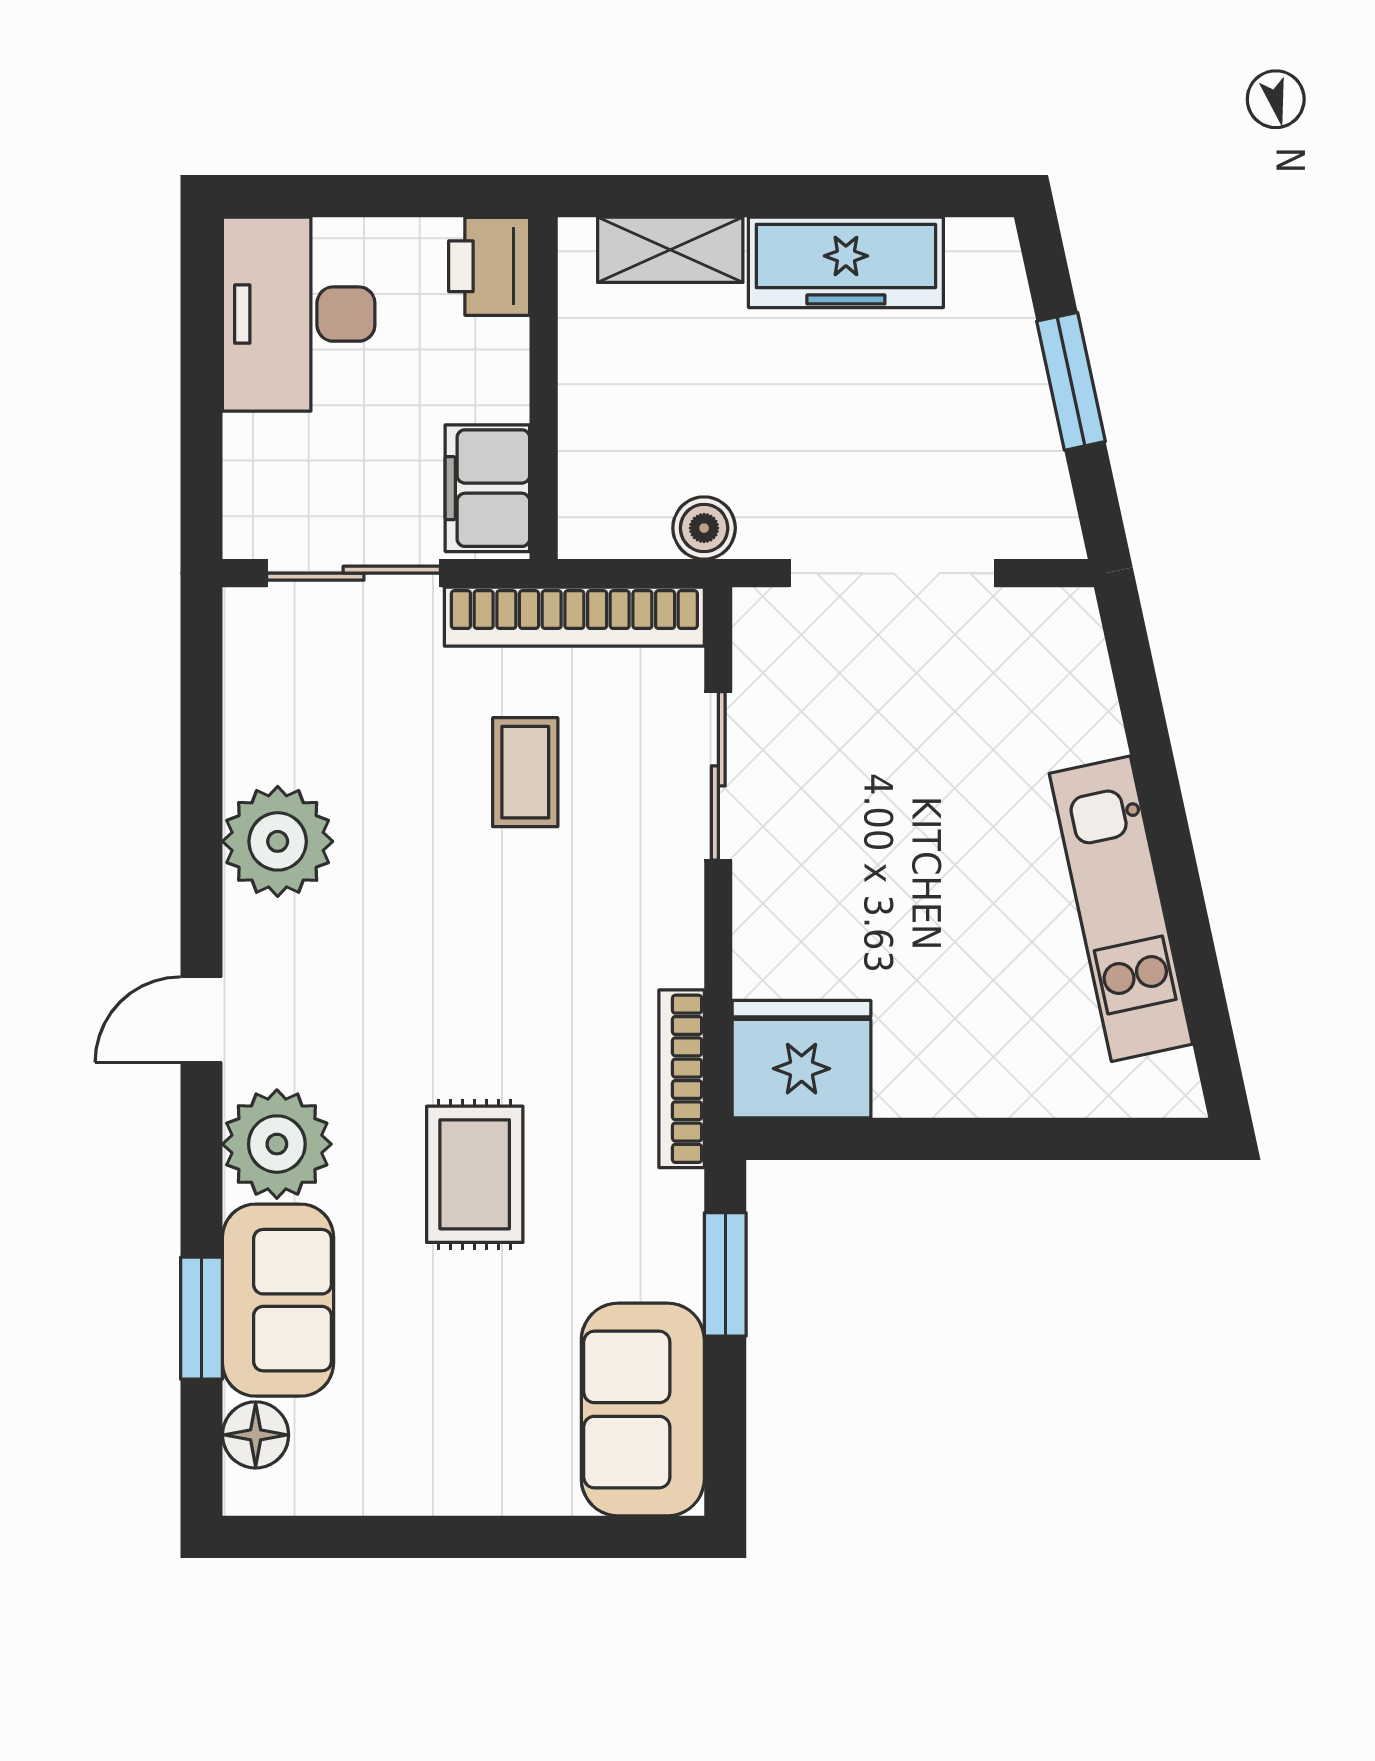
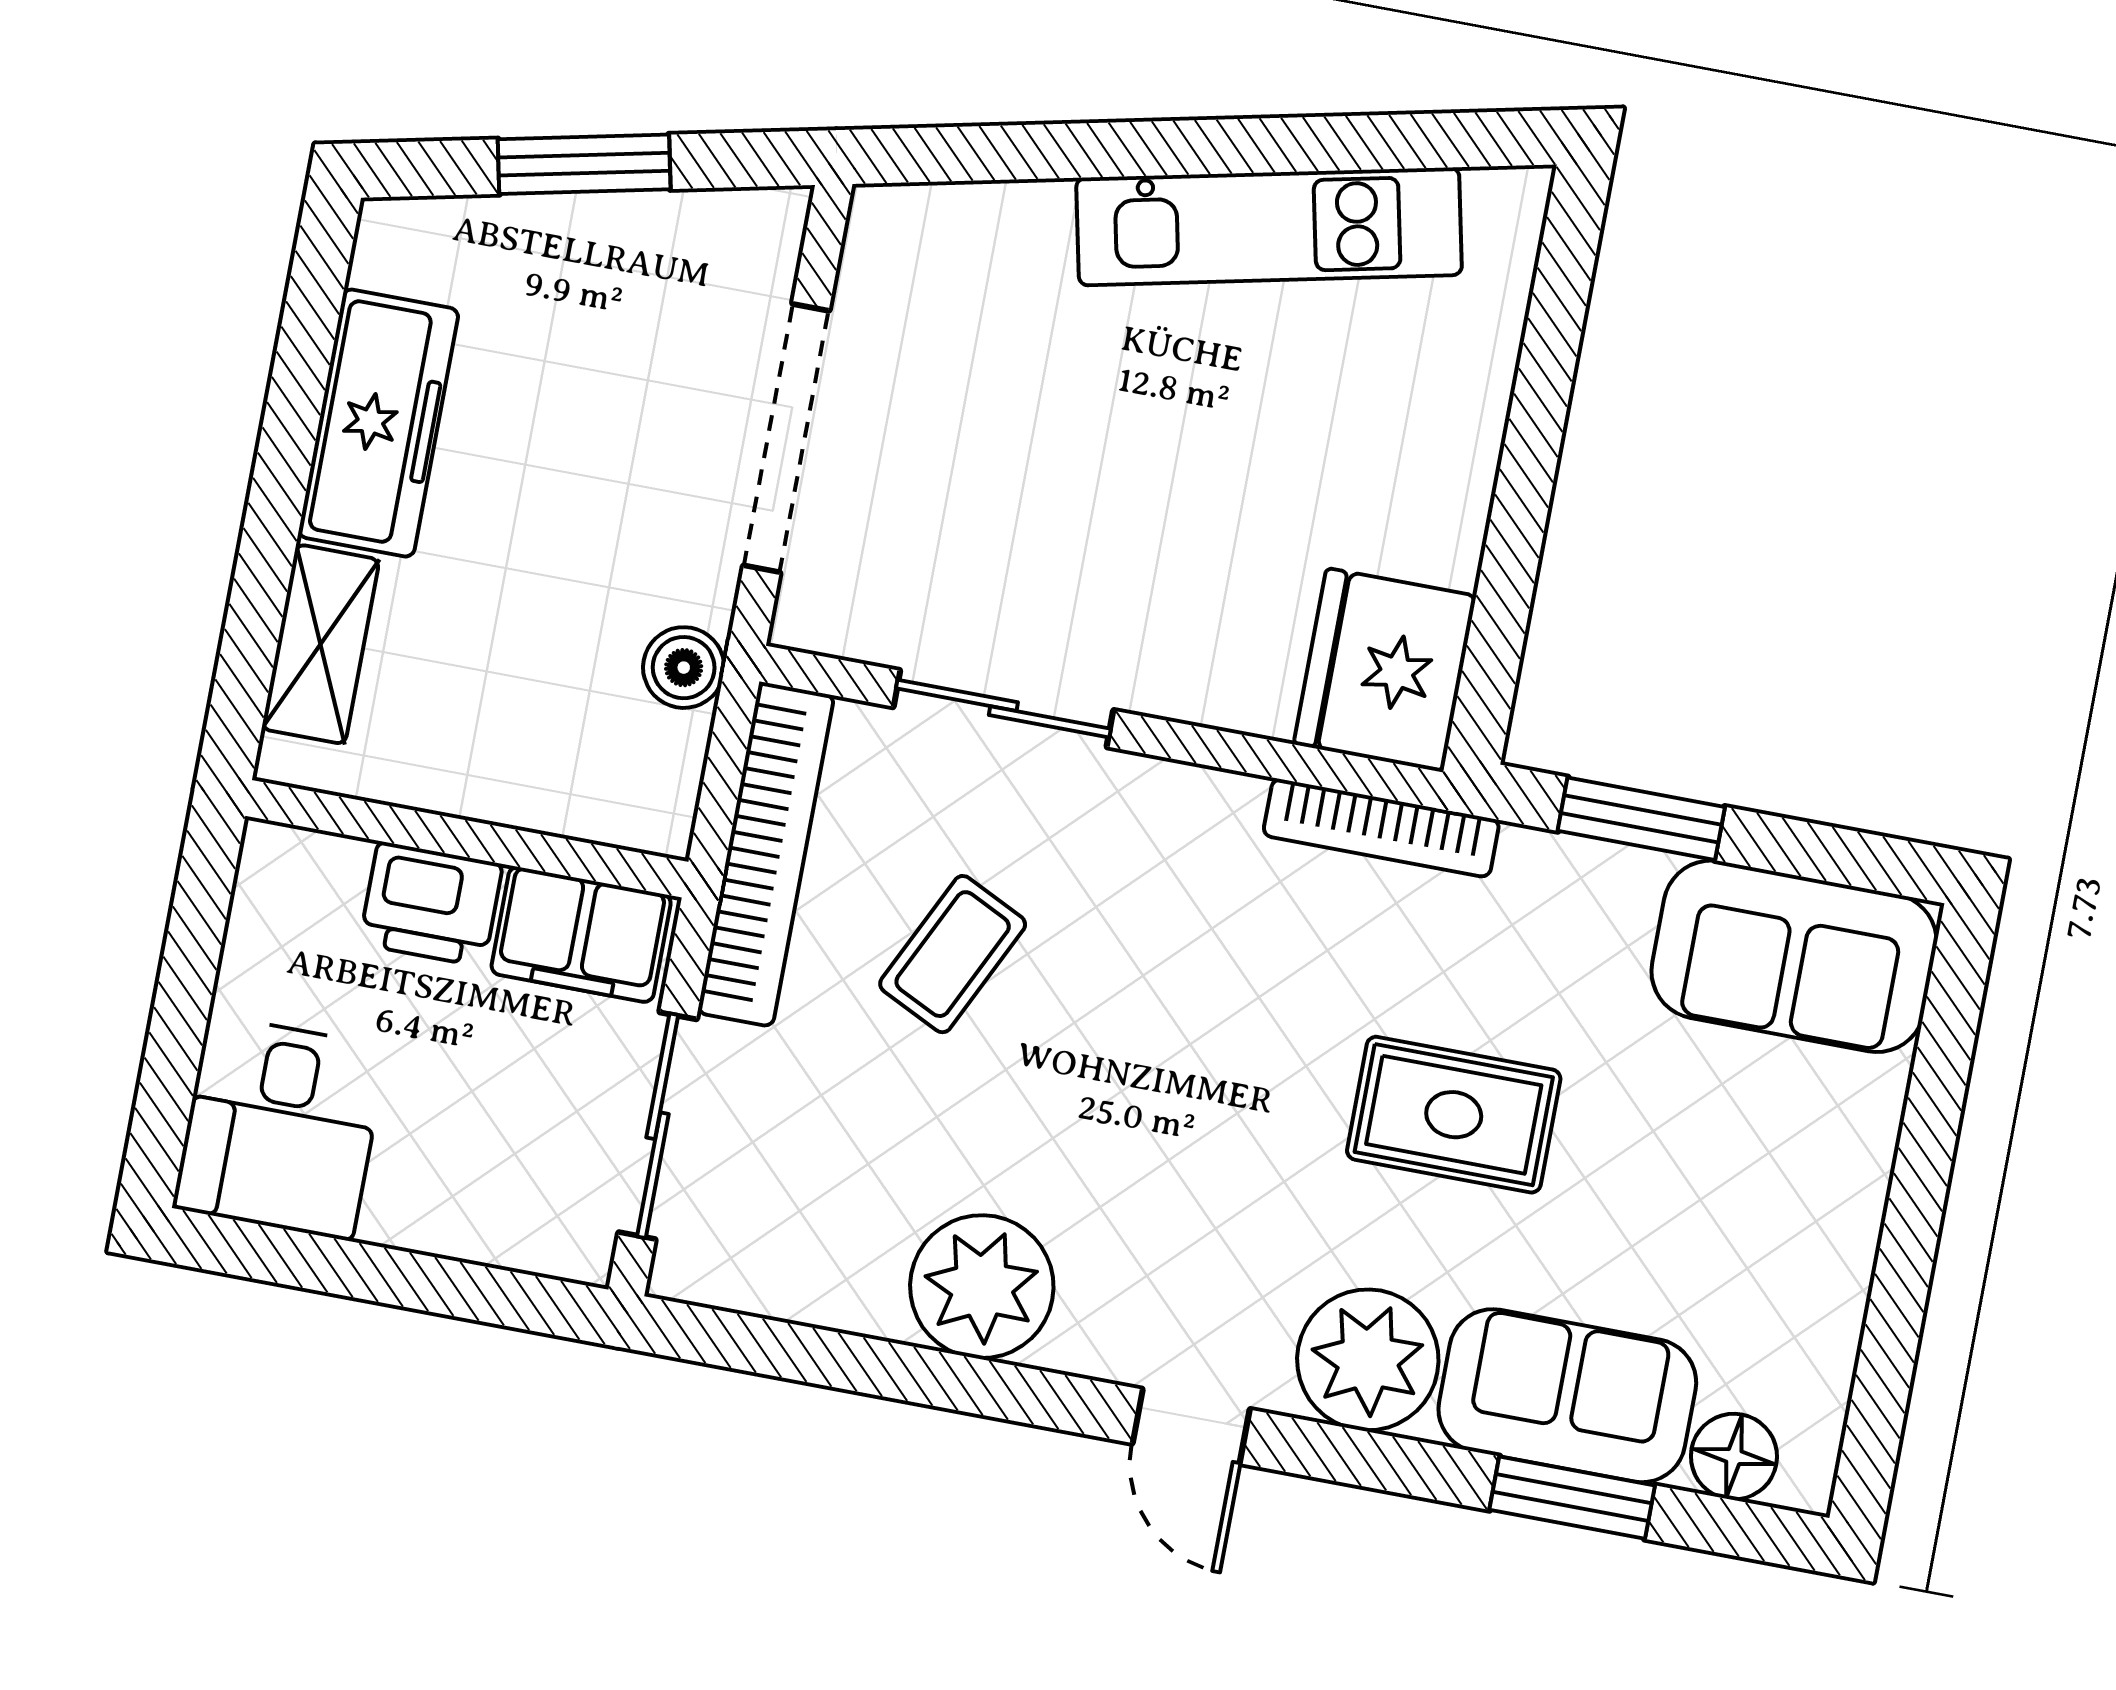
printer: (489, 266) -> (431, 904), moved
desk: (299, 314) -> (280, 1128), width x0.73
coffee table: (525, 772) -> (953, 954), turned -64

